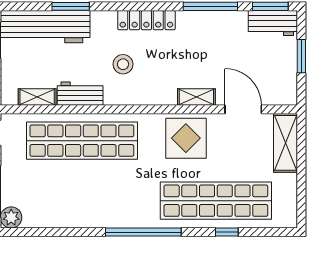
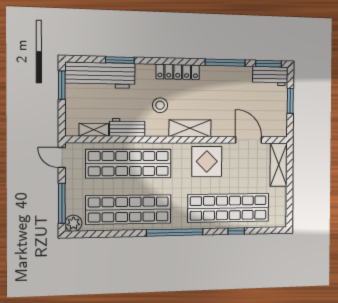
shelving: (196, 97) -> (190, 128), moved, width x1.50, depth x1.33
shop shelf: (82, 201) -> (128, 209), added

